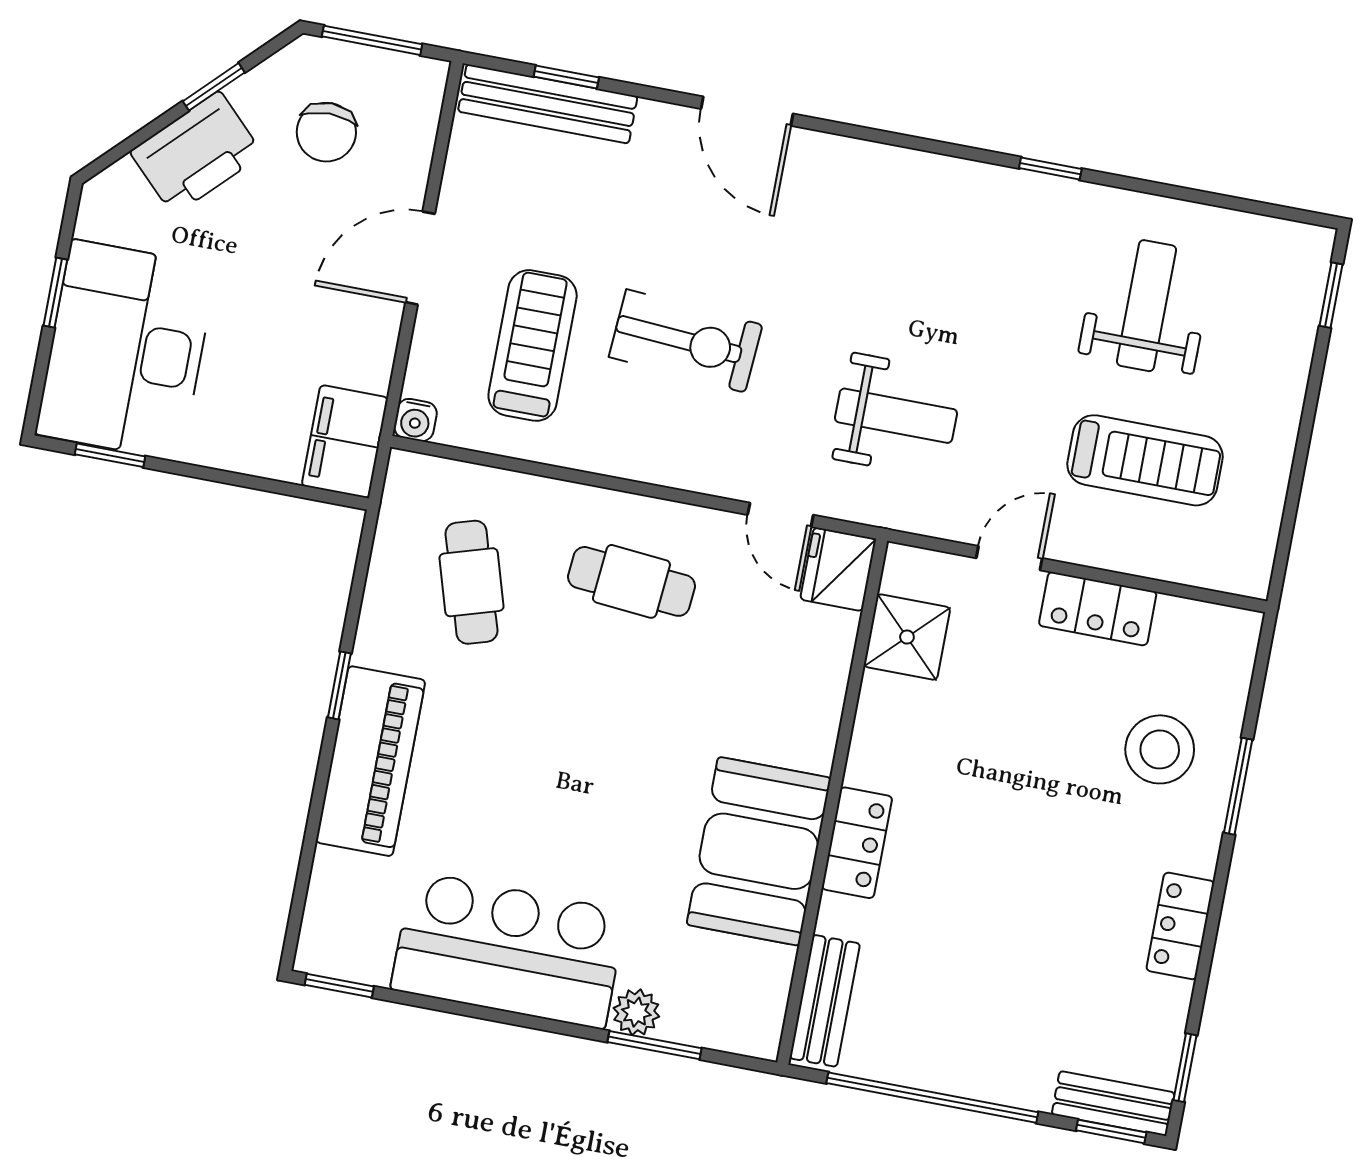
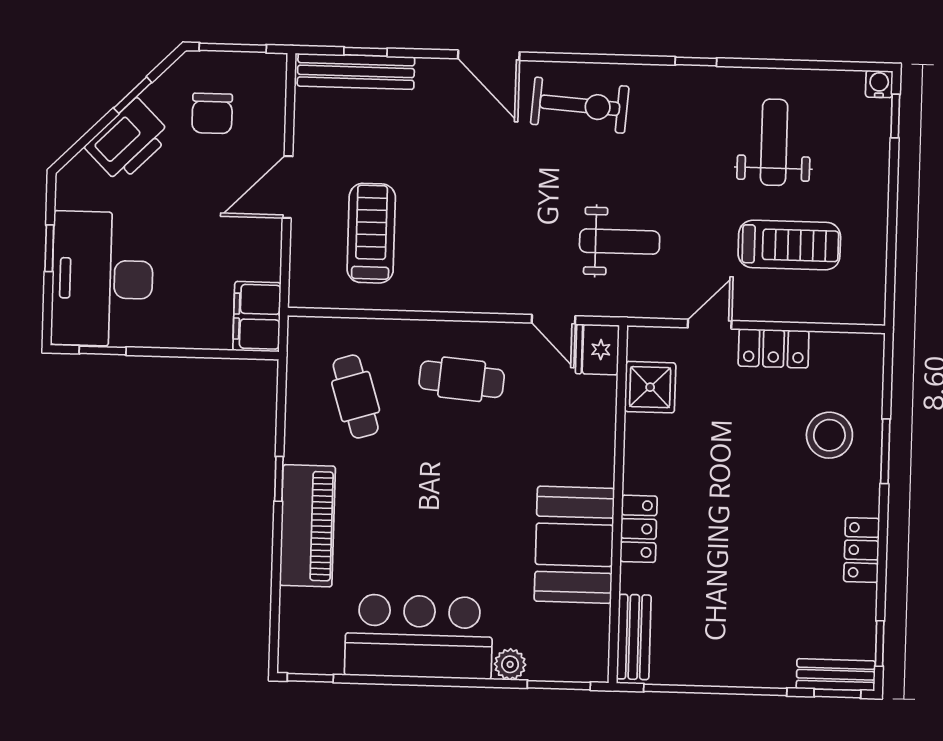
exercise bike: (686, 341) -> (580, 105), moved
water cooler: (415, 420) -> (879, 84), moved, turned 180
window: (655, 1045) -> (559, 685), moved

